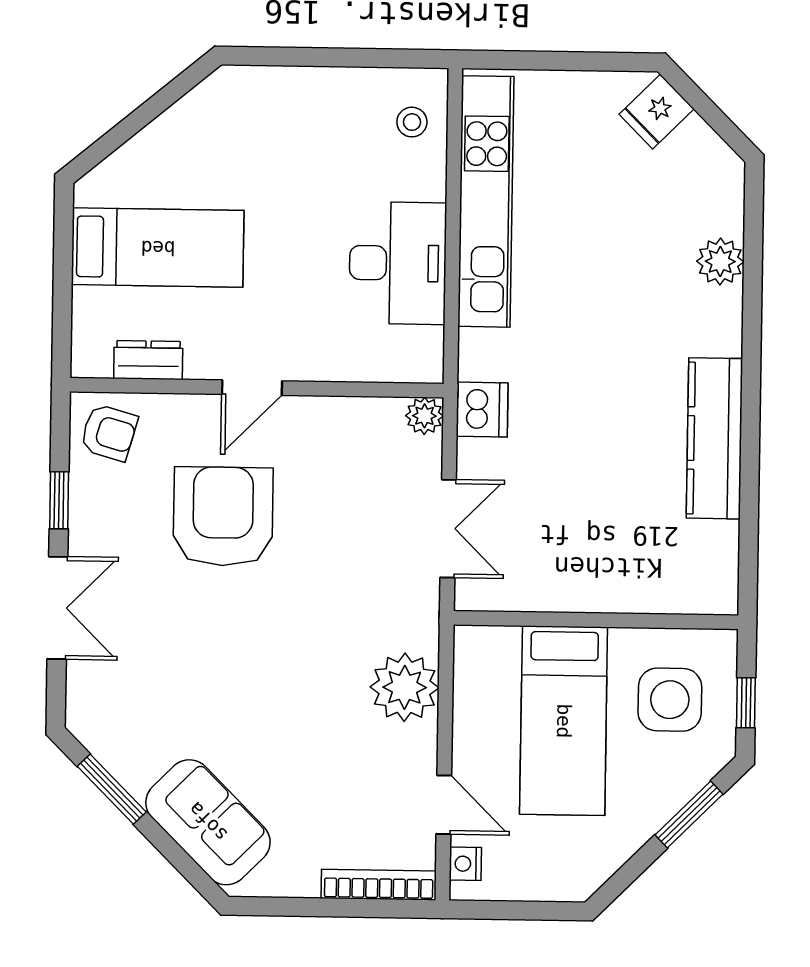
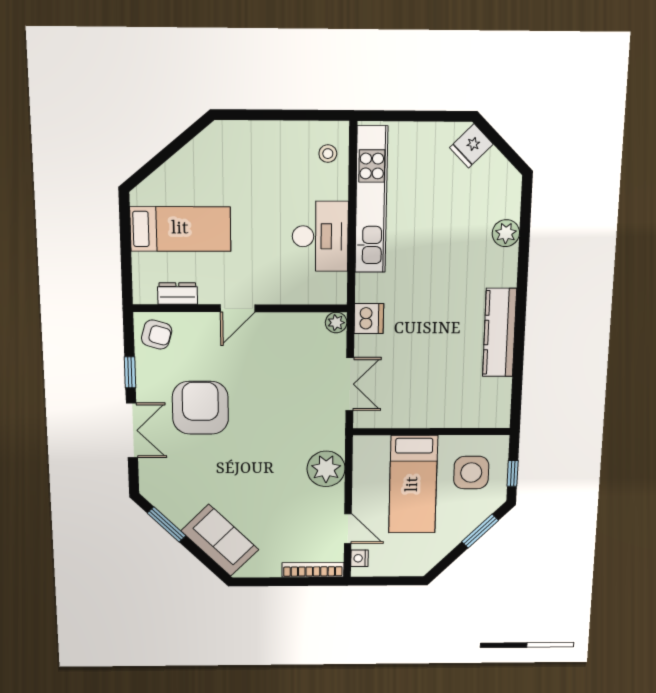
armchair: (223, 516) -> (200, 408), moved

